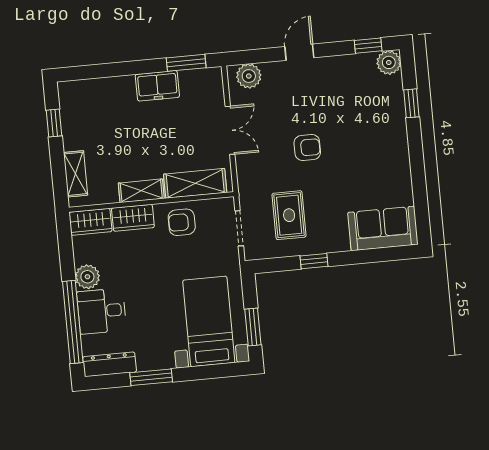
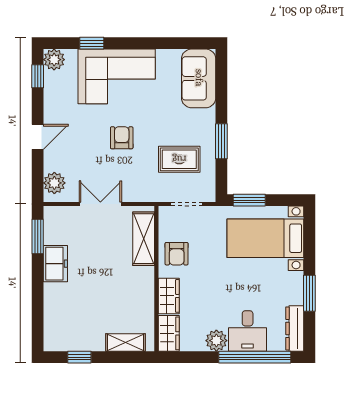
door: (299, 52) -> (38, 137), swing flipped
corner sofa: (376, 135) -> (117, 76), added
shelving: (141, 191) -> (146, 286), removed
window: (314, 261) -> (221, 141), width x1.50
window: (253, 327) -> (249, 200), moved

